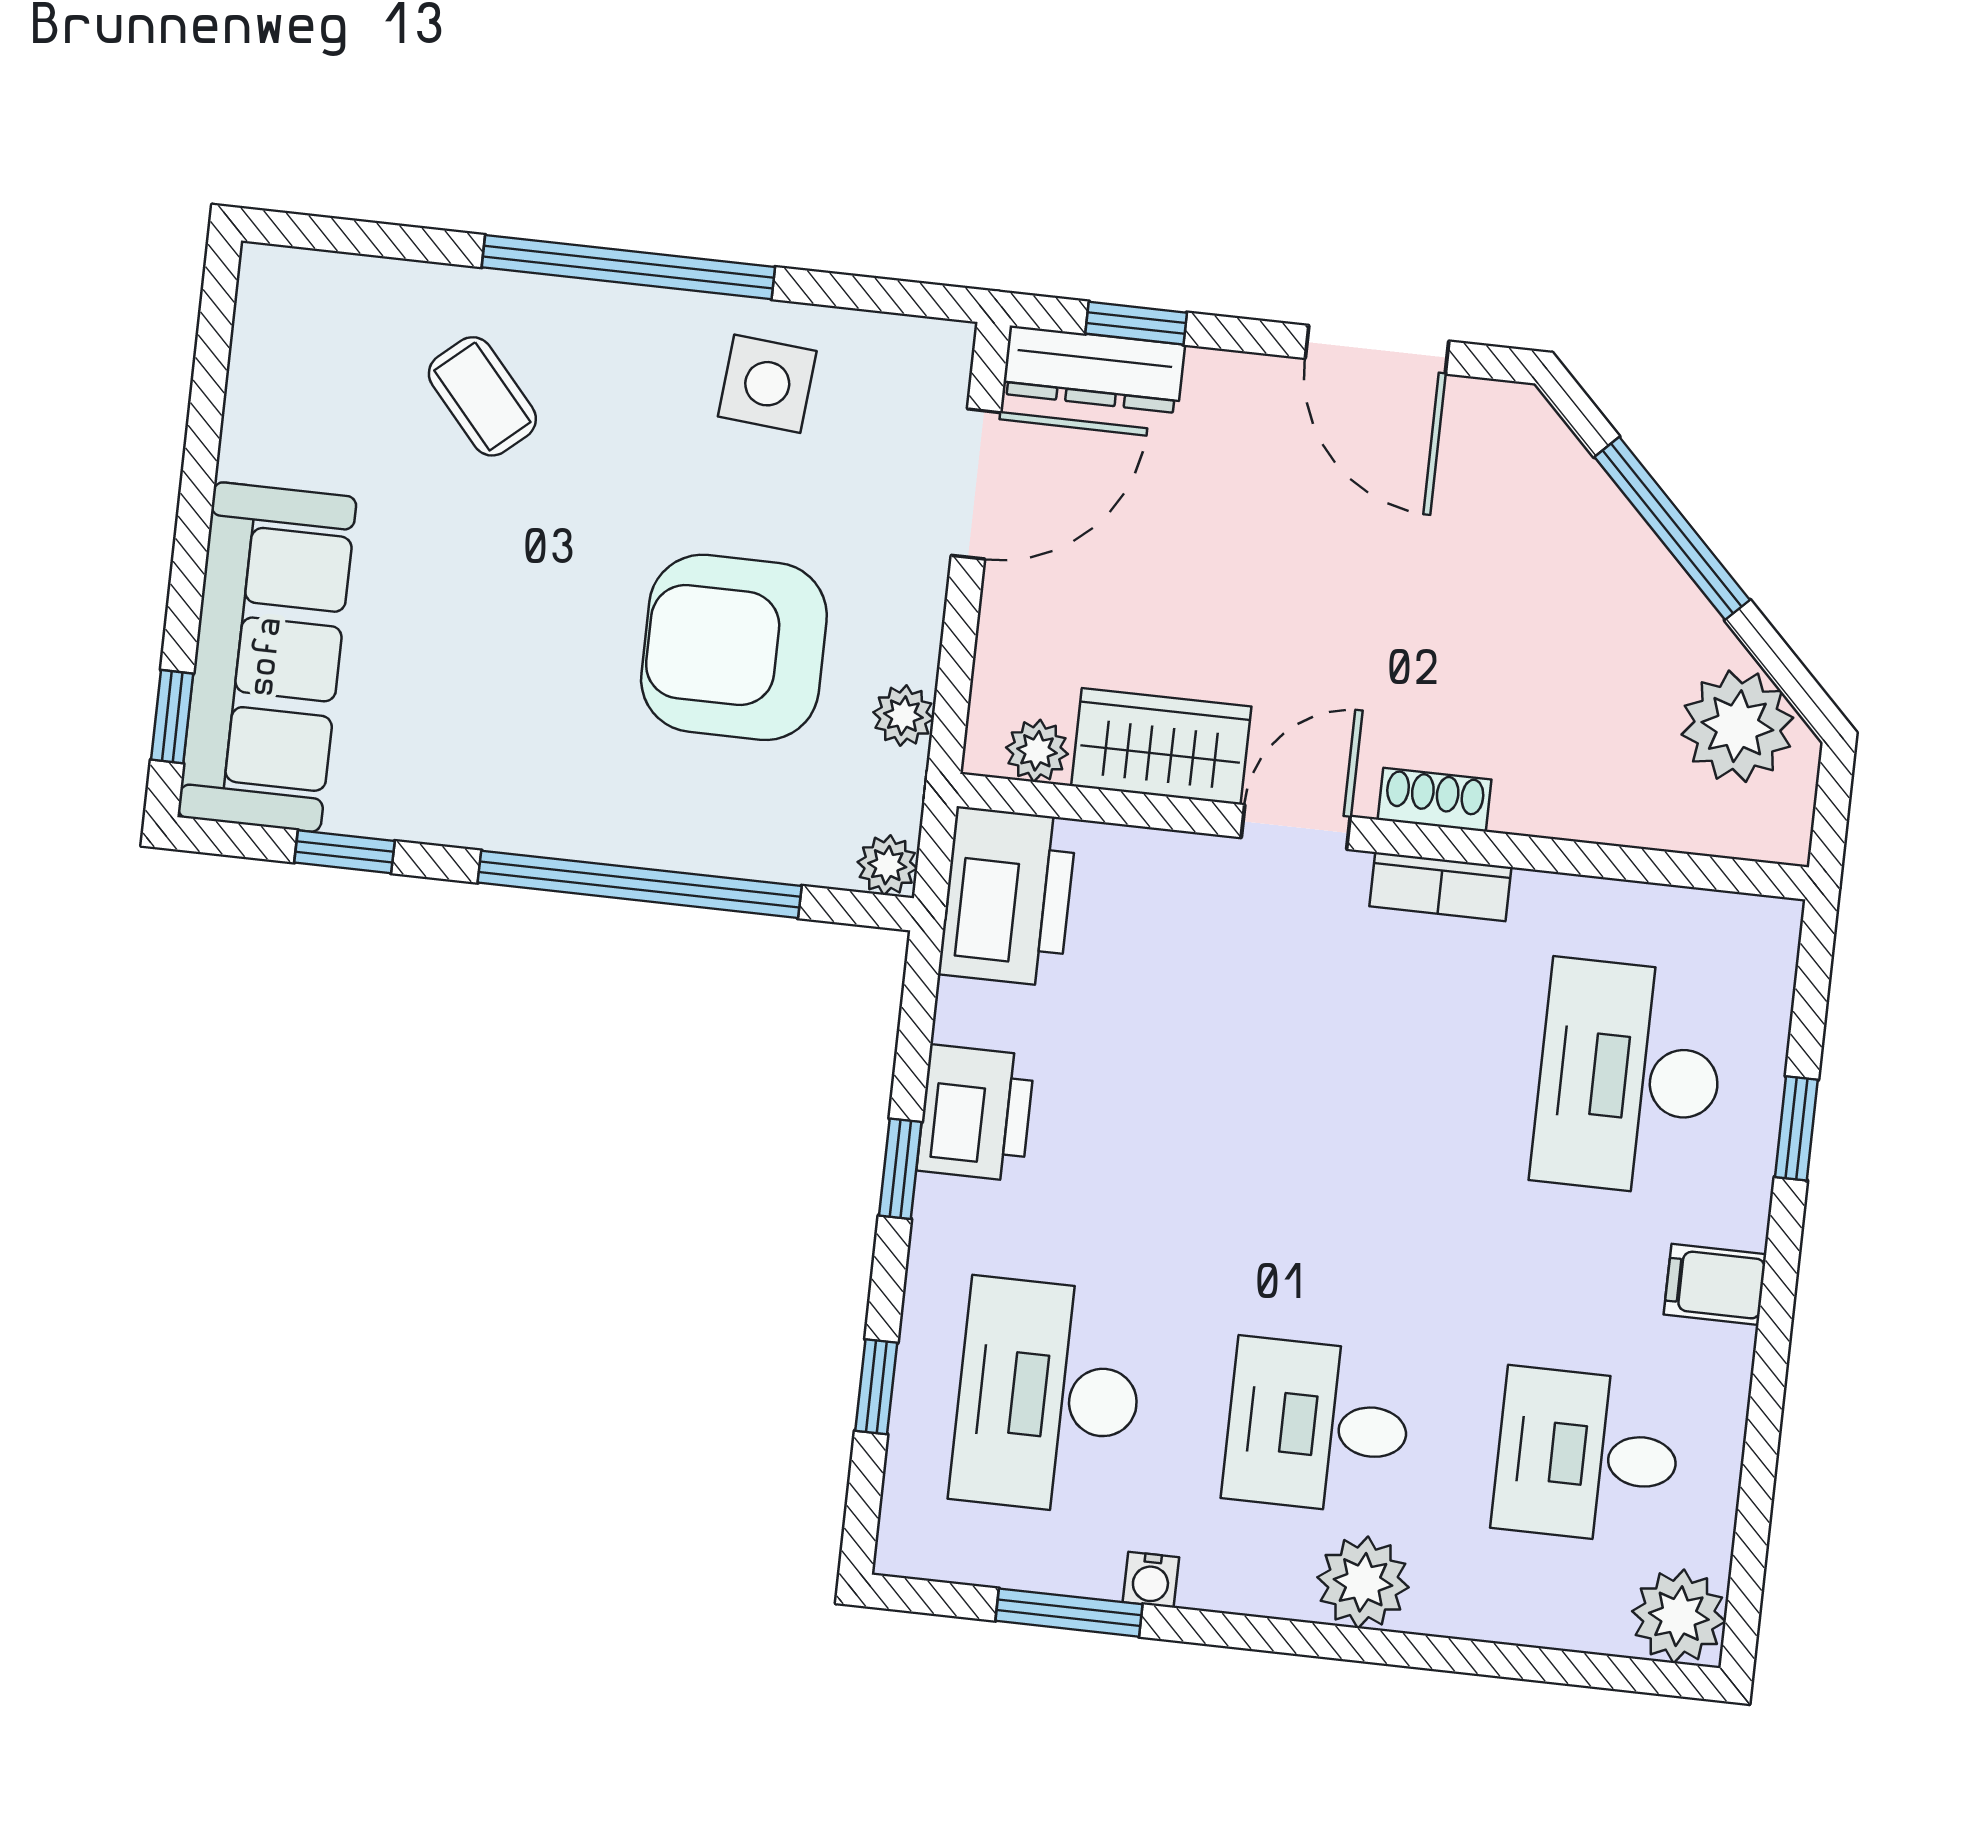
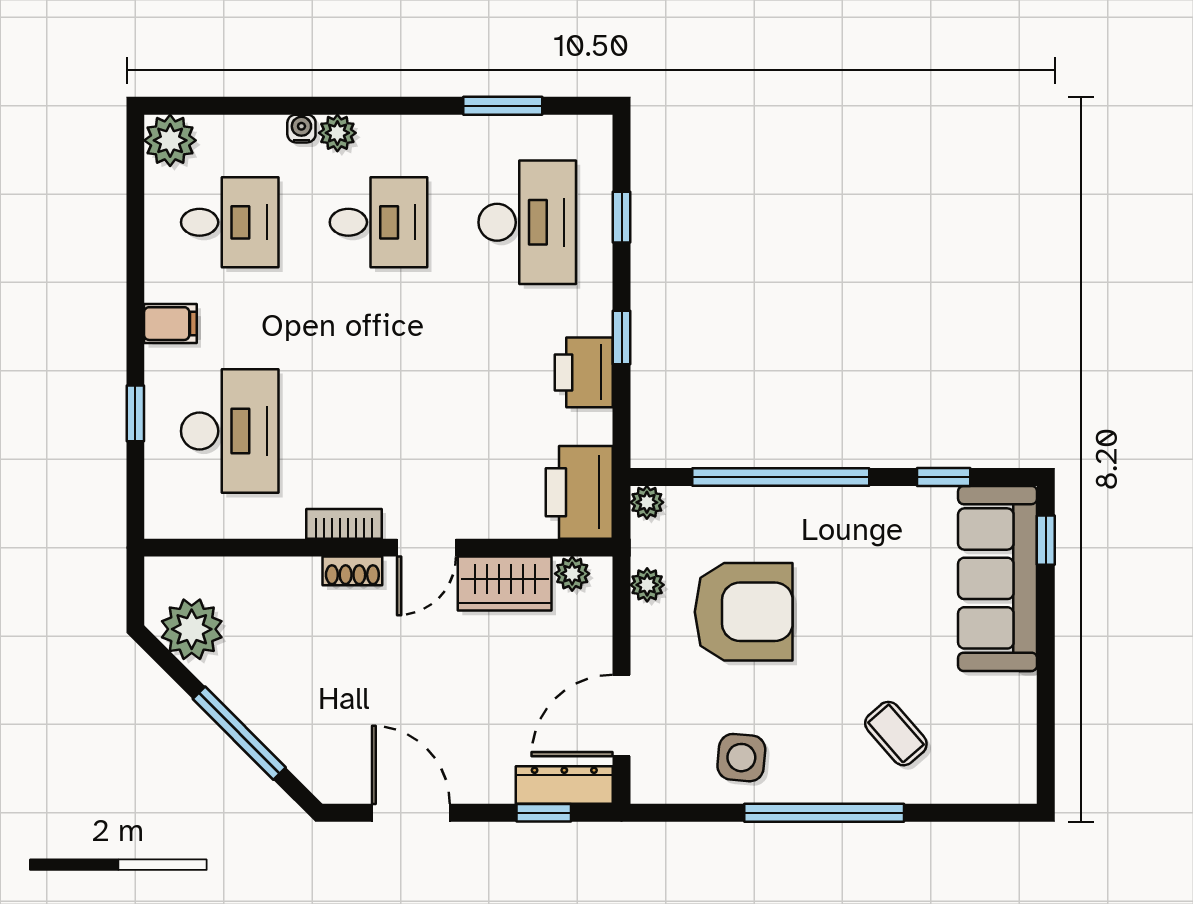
water cooler: (1151, 1580) -> (301, 129), moved
plant: (1363, 1582) -> (337, 133), width x0.73, depth x0.73

